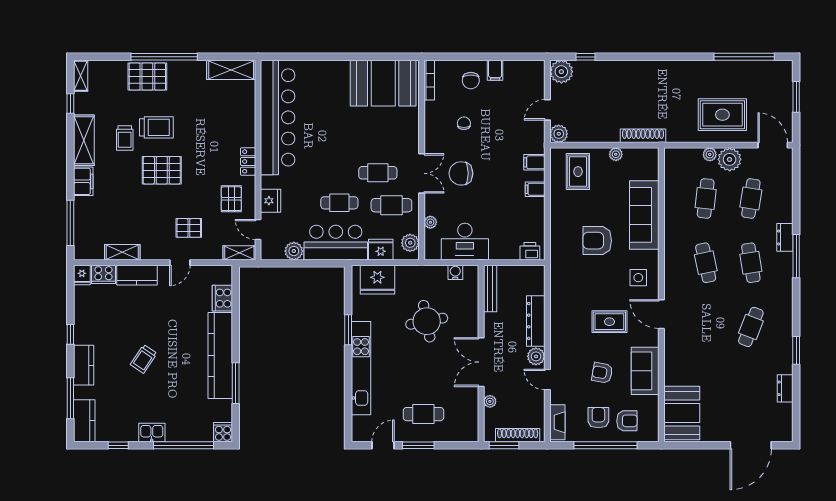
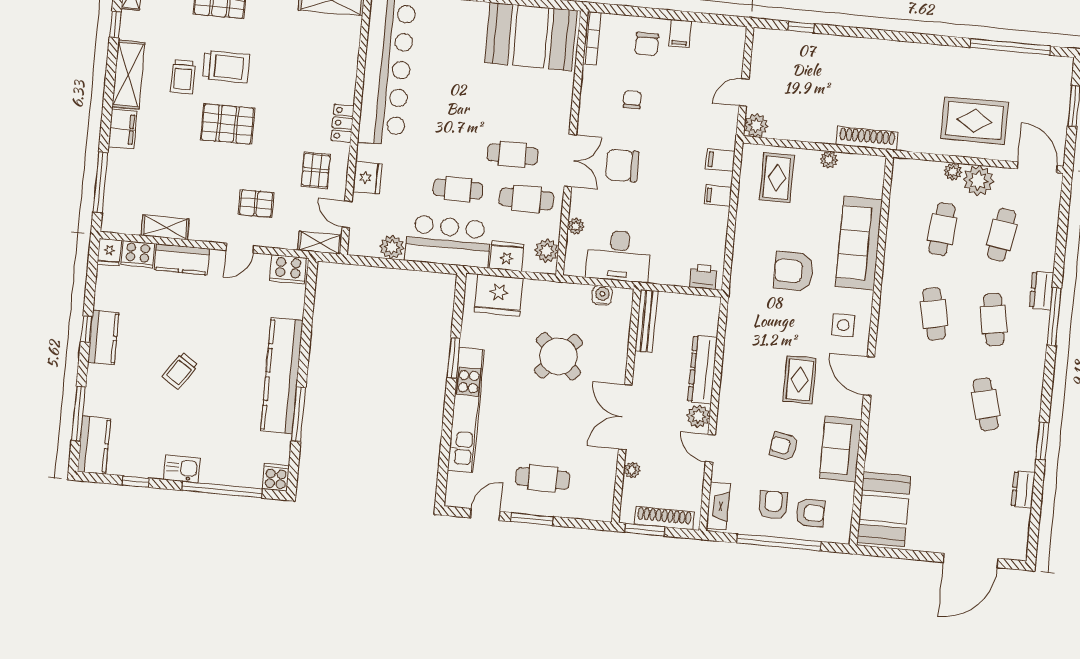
plant: (561, 72) -> (767, 44), removed
cooker: (222, 298) -> (288, 269), moved, turned -90
round table: (427, 321) -> (558, 356), turned -36
rug: (609, 322) -> (800, 380), turned 90
cafe table: (751, 327) -> (986, 404), turned -36
kitchen counter: (84, 365) -> (103, 337), moved

